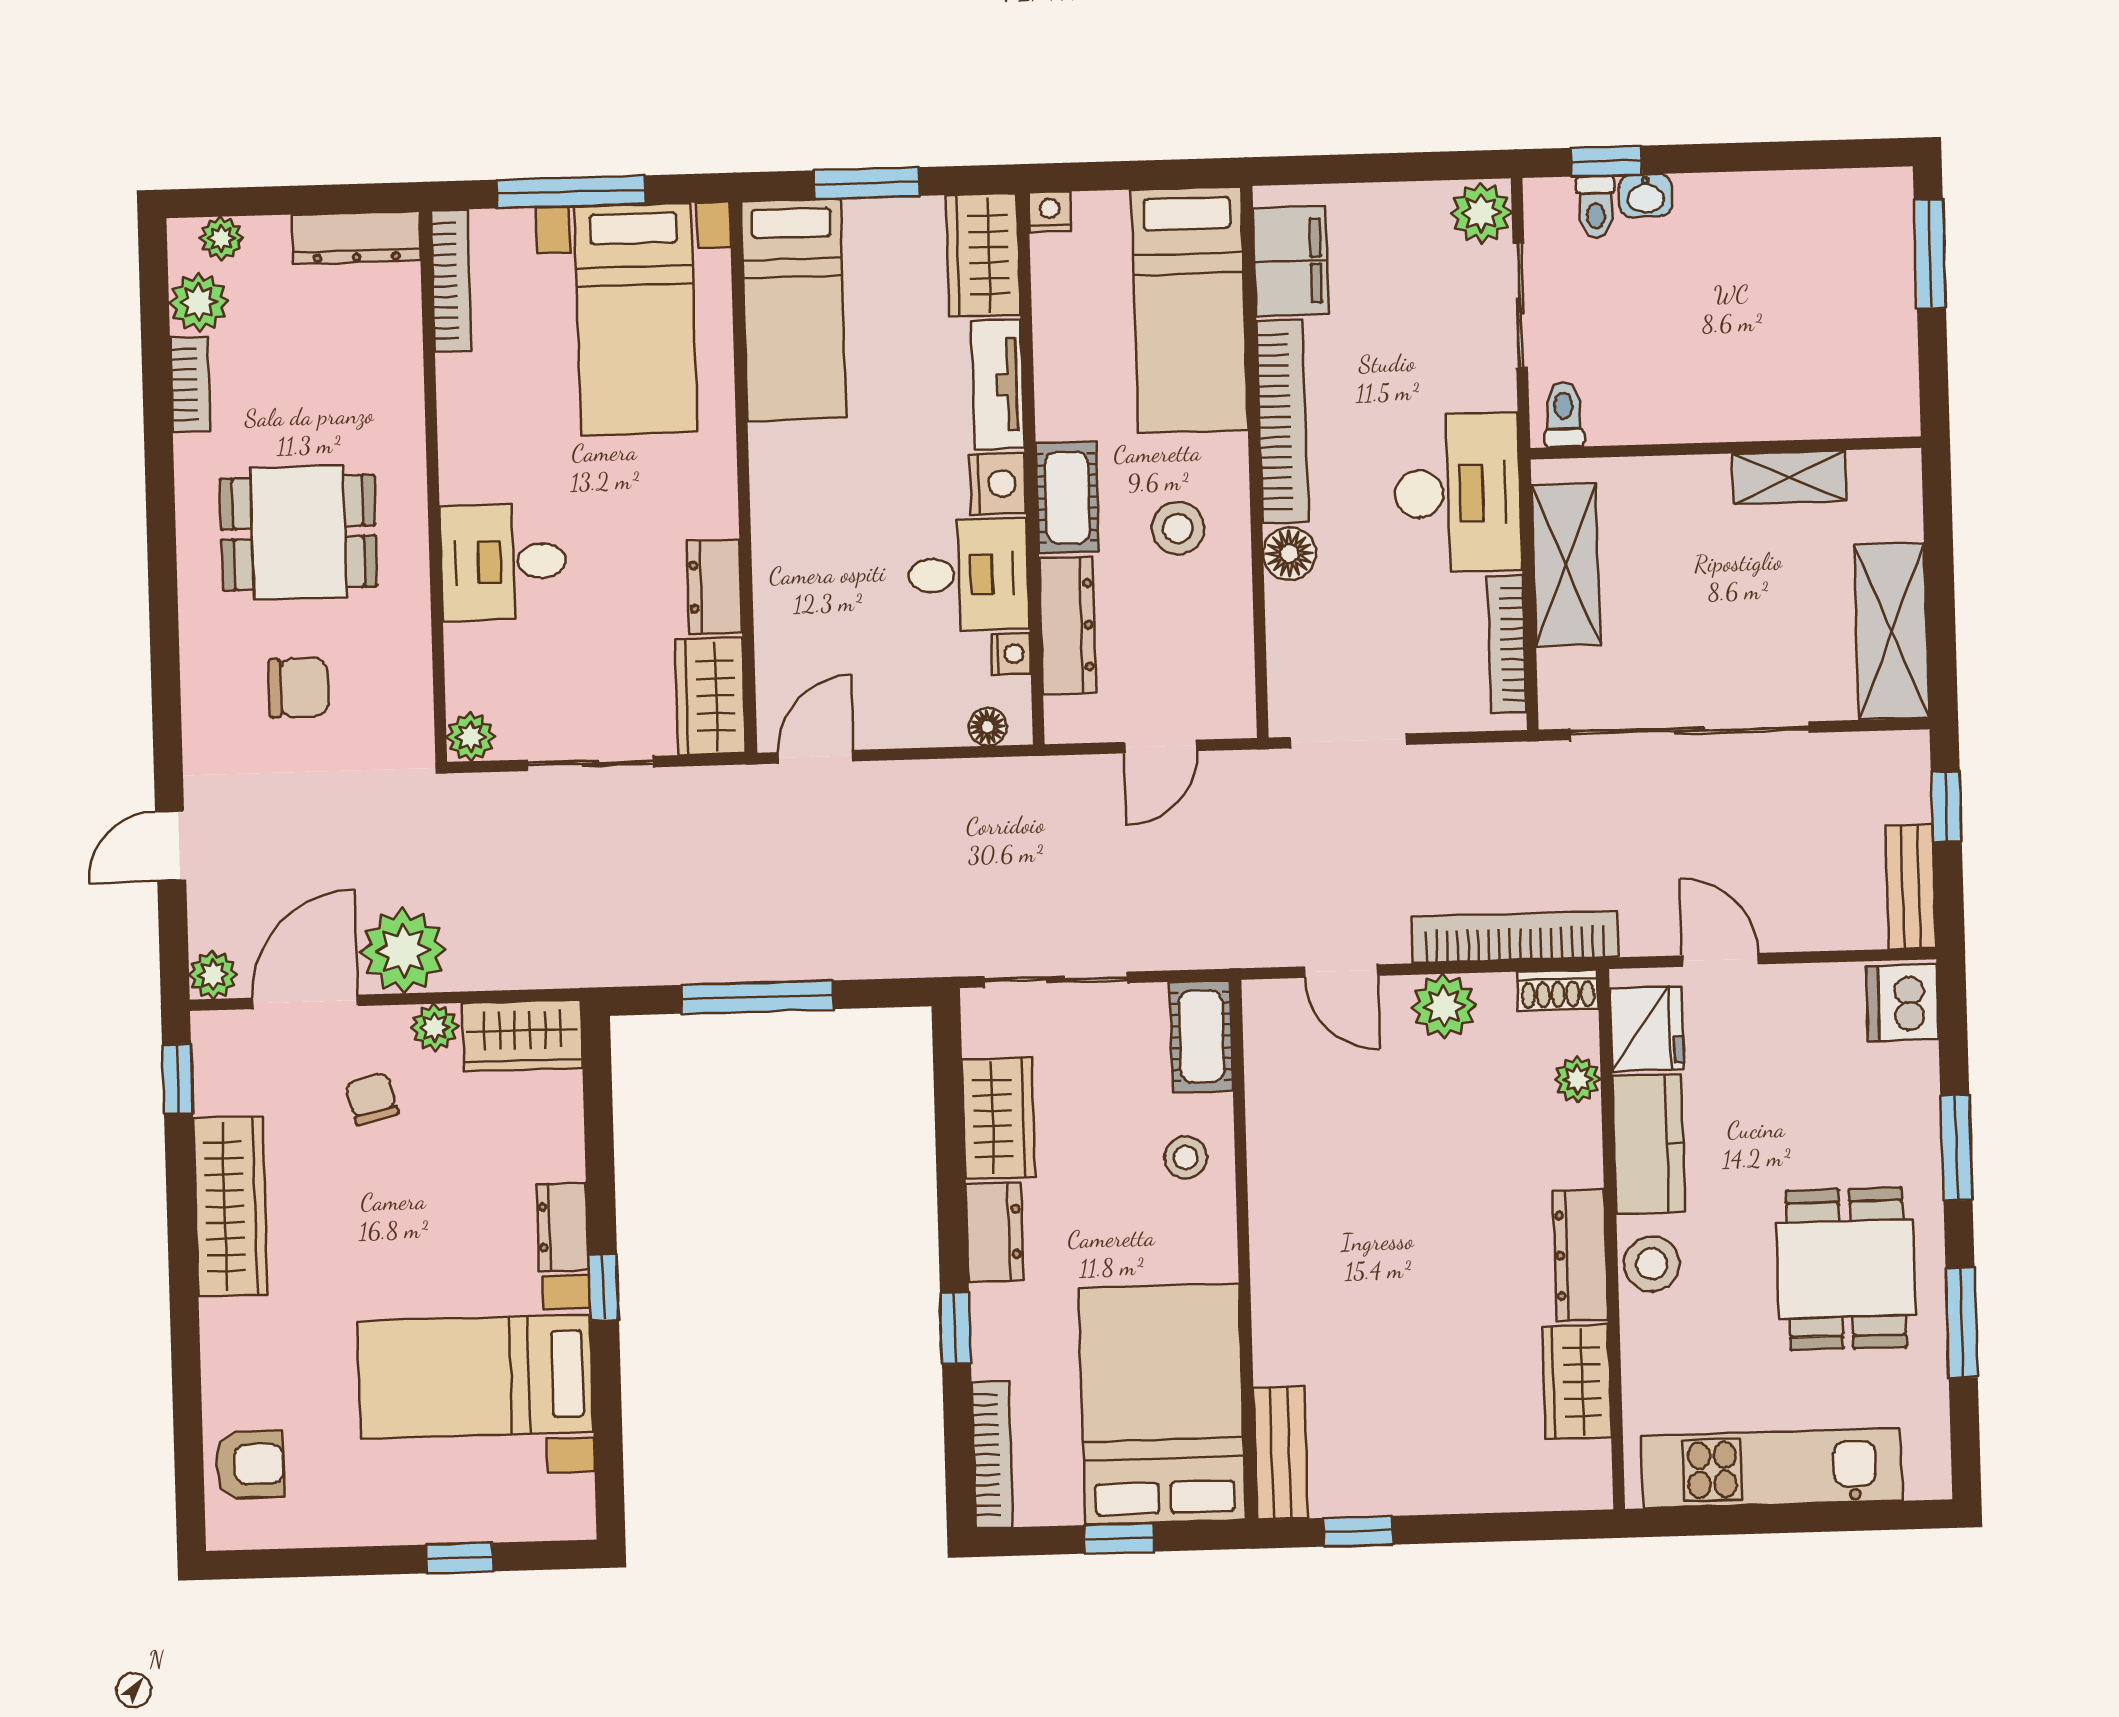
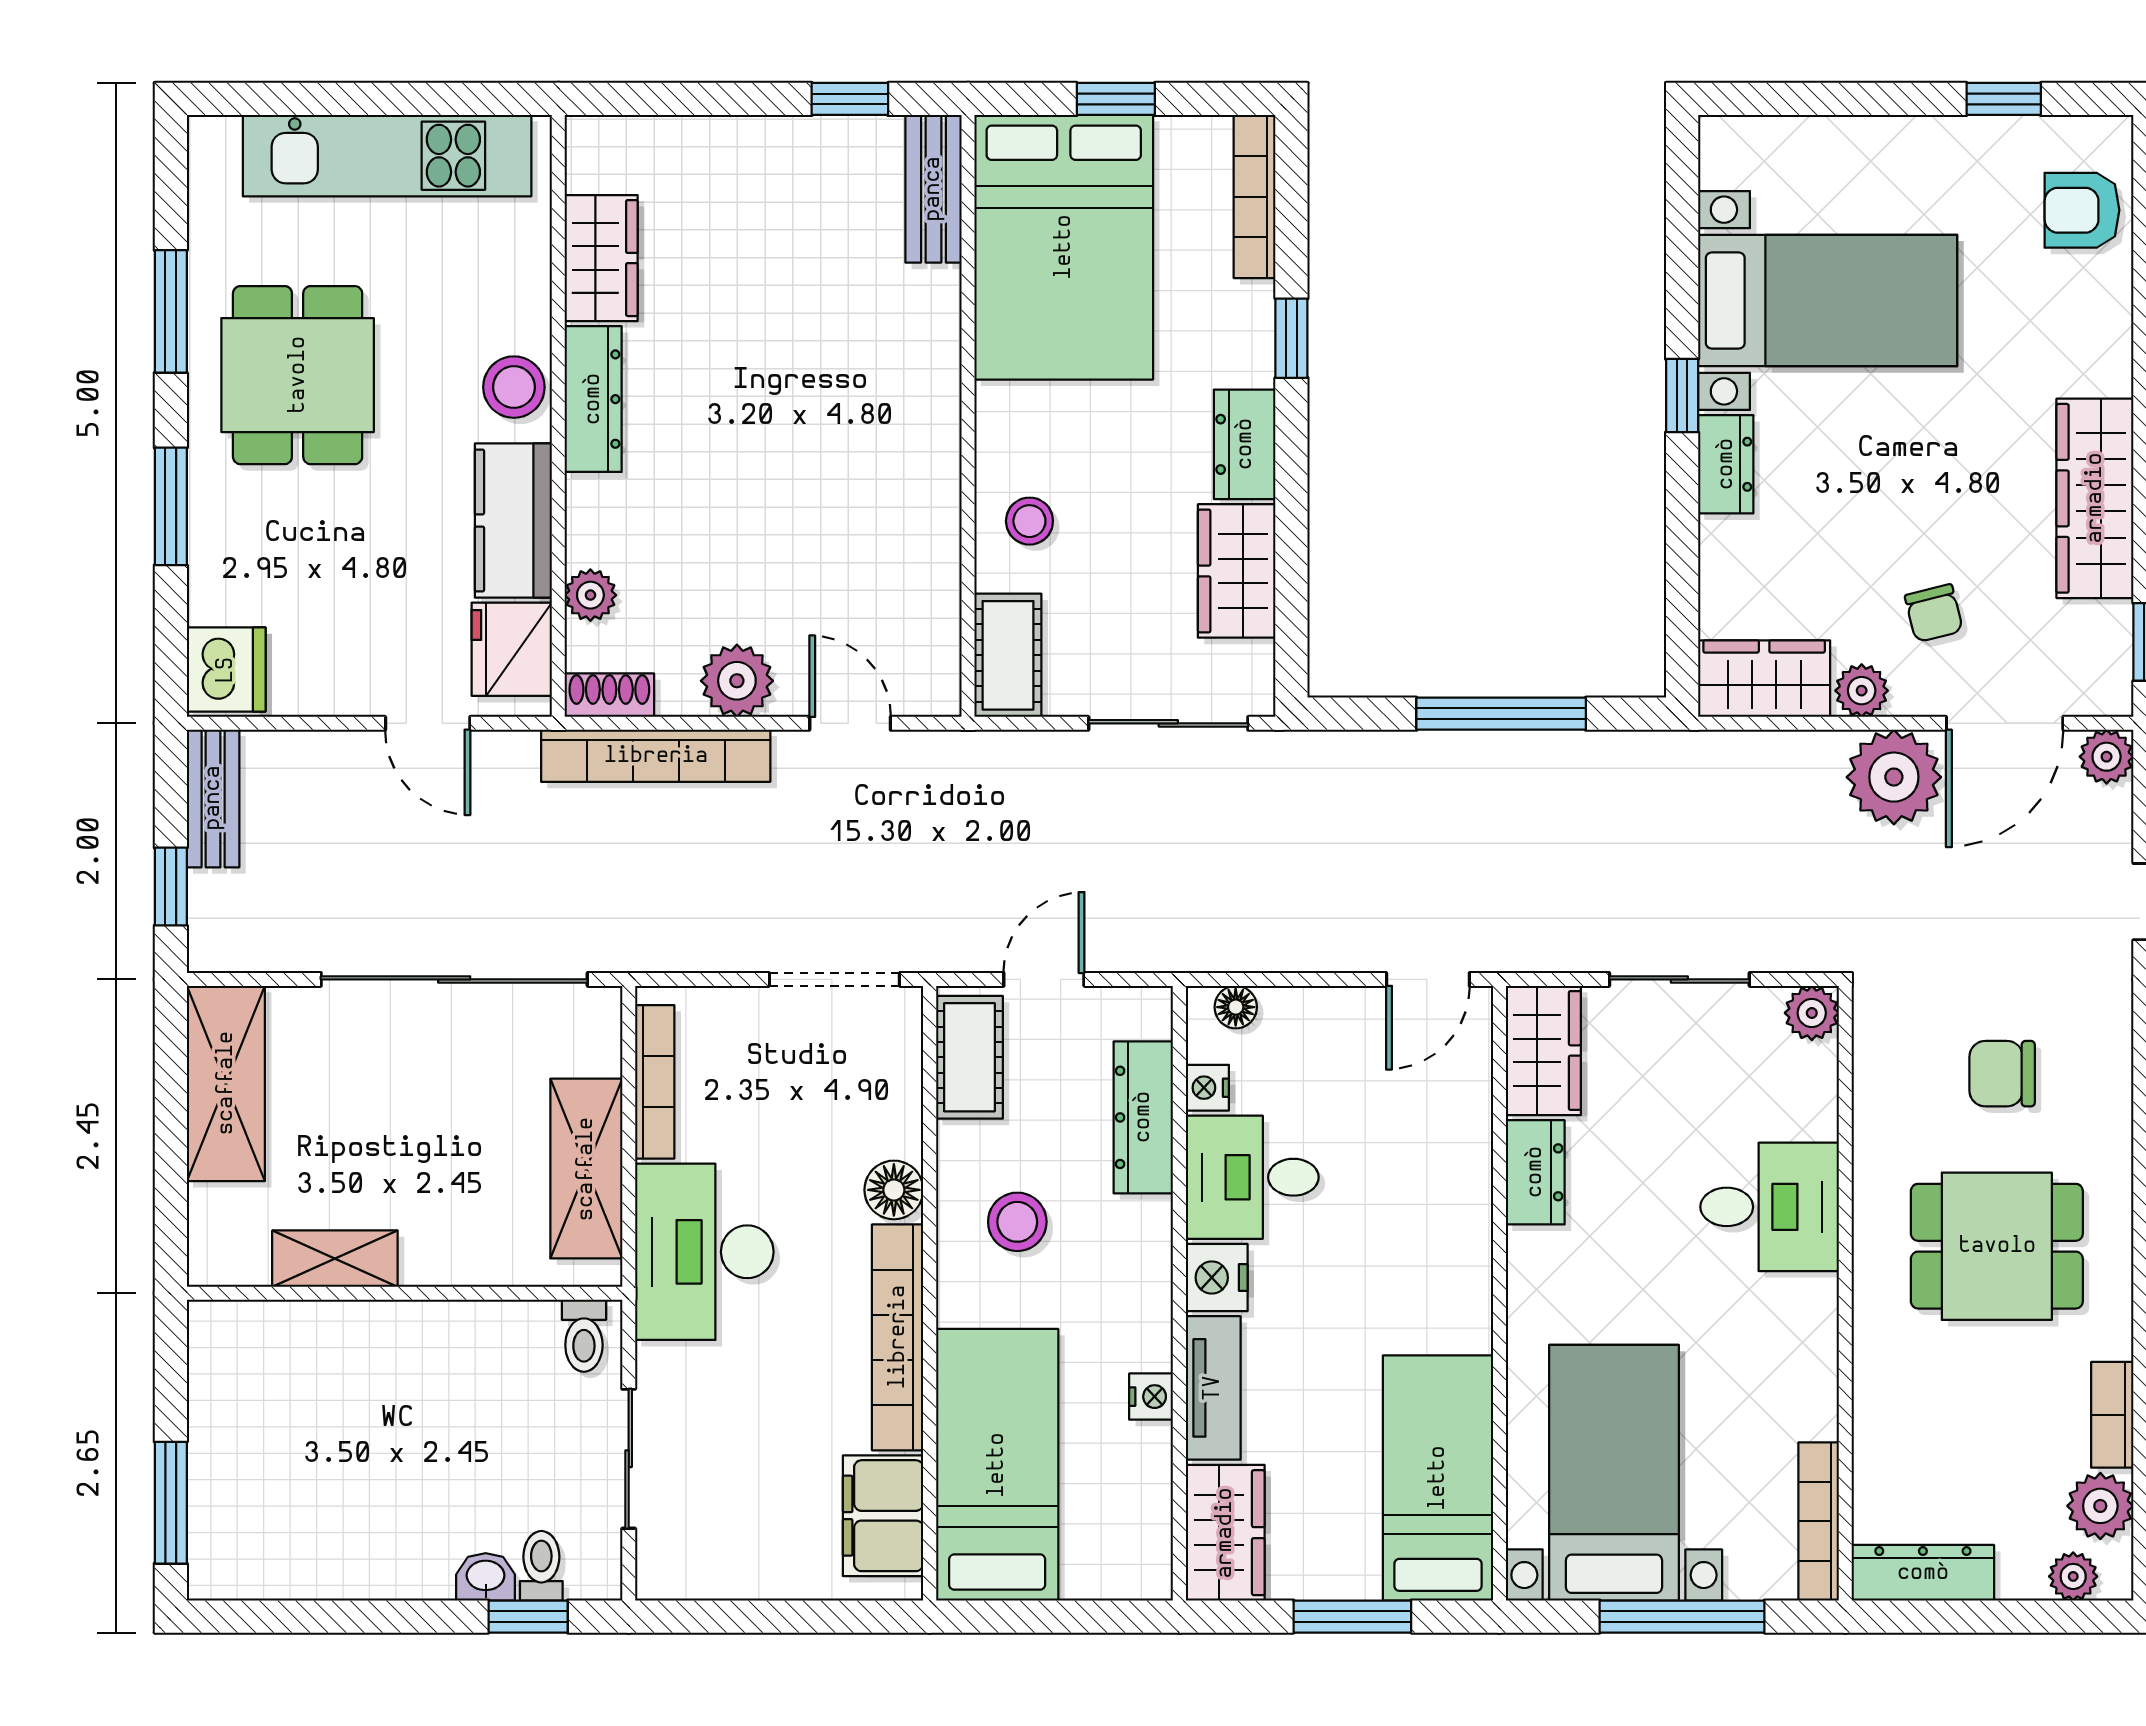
nightstand: (1050, 212) -> (1151, 1397), moved, turned -90
plant: (1481, 213) -> (669, 1563), removed
cot: (1067, 497) -> (969, 1057), moved
window: (459, 1558) -> (2004, 99), moved

